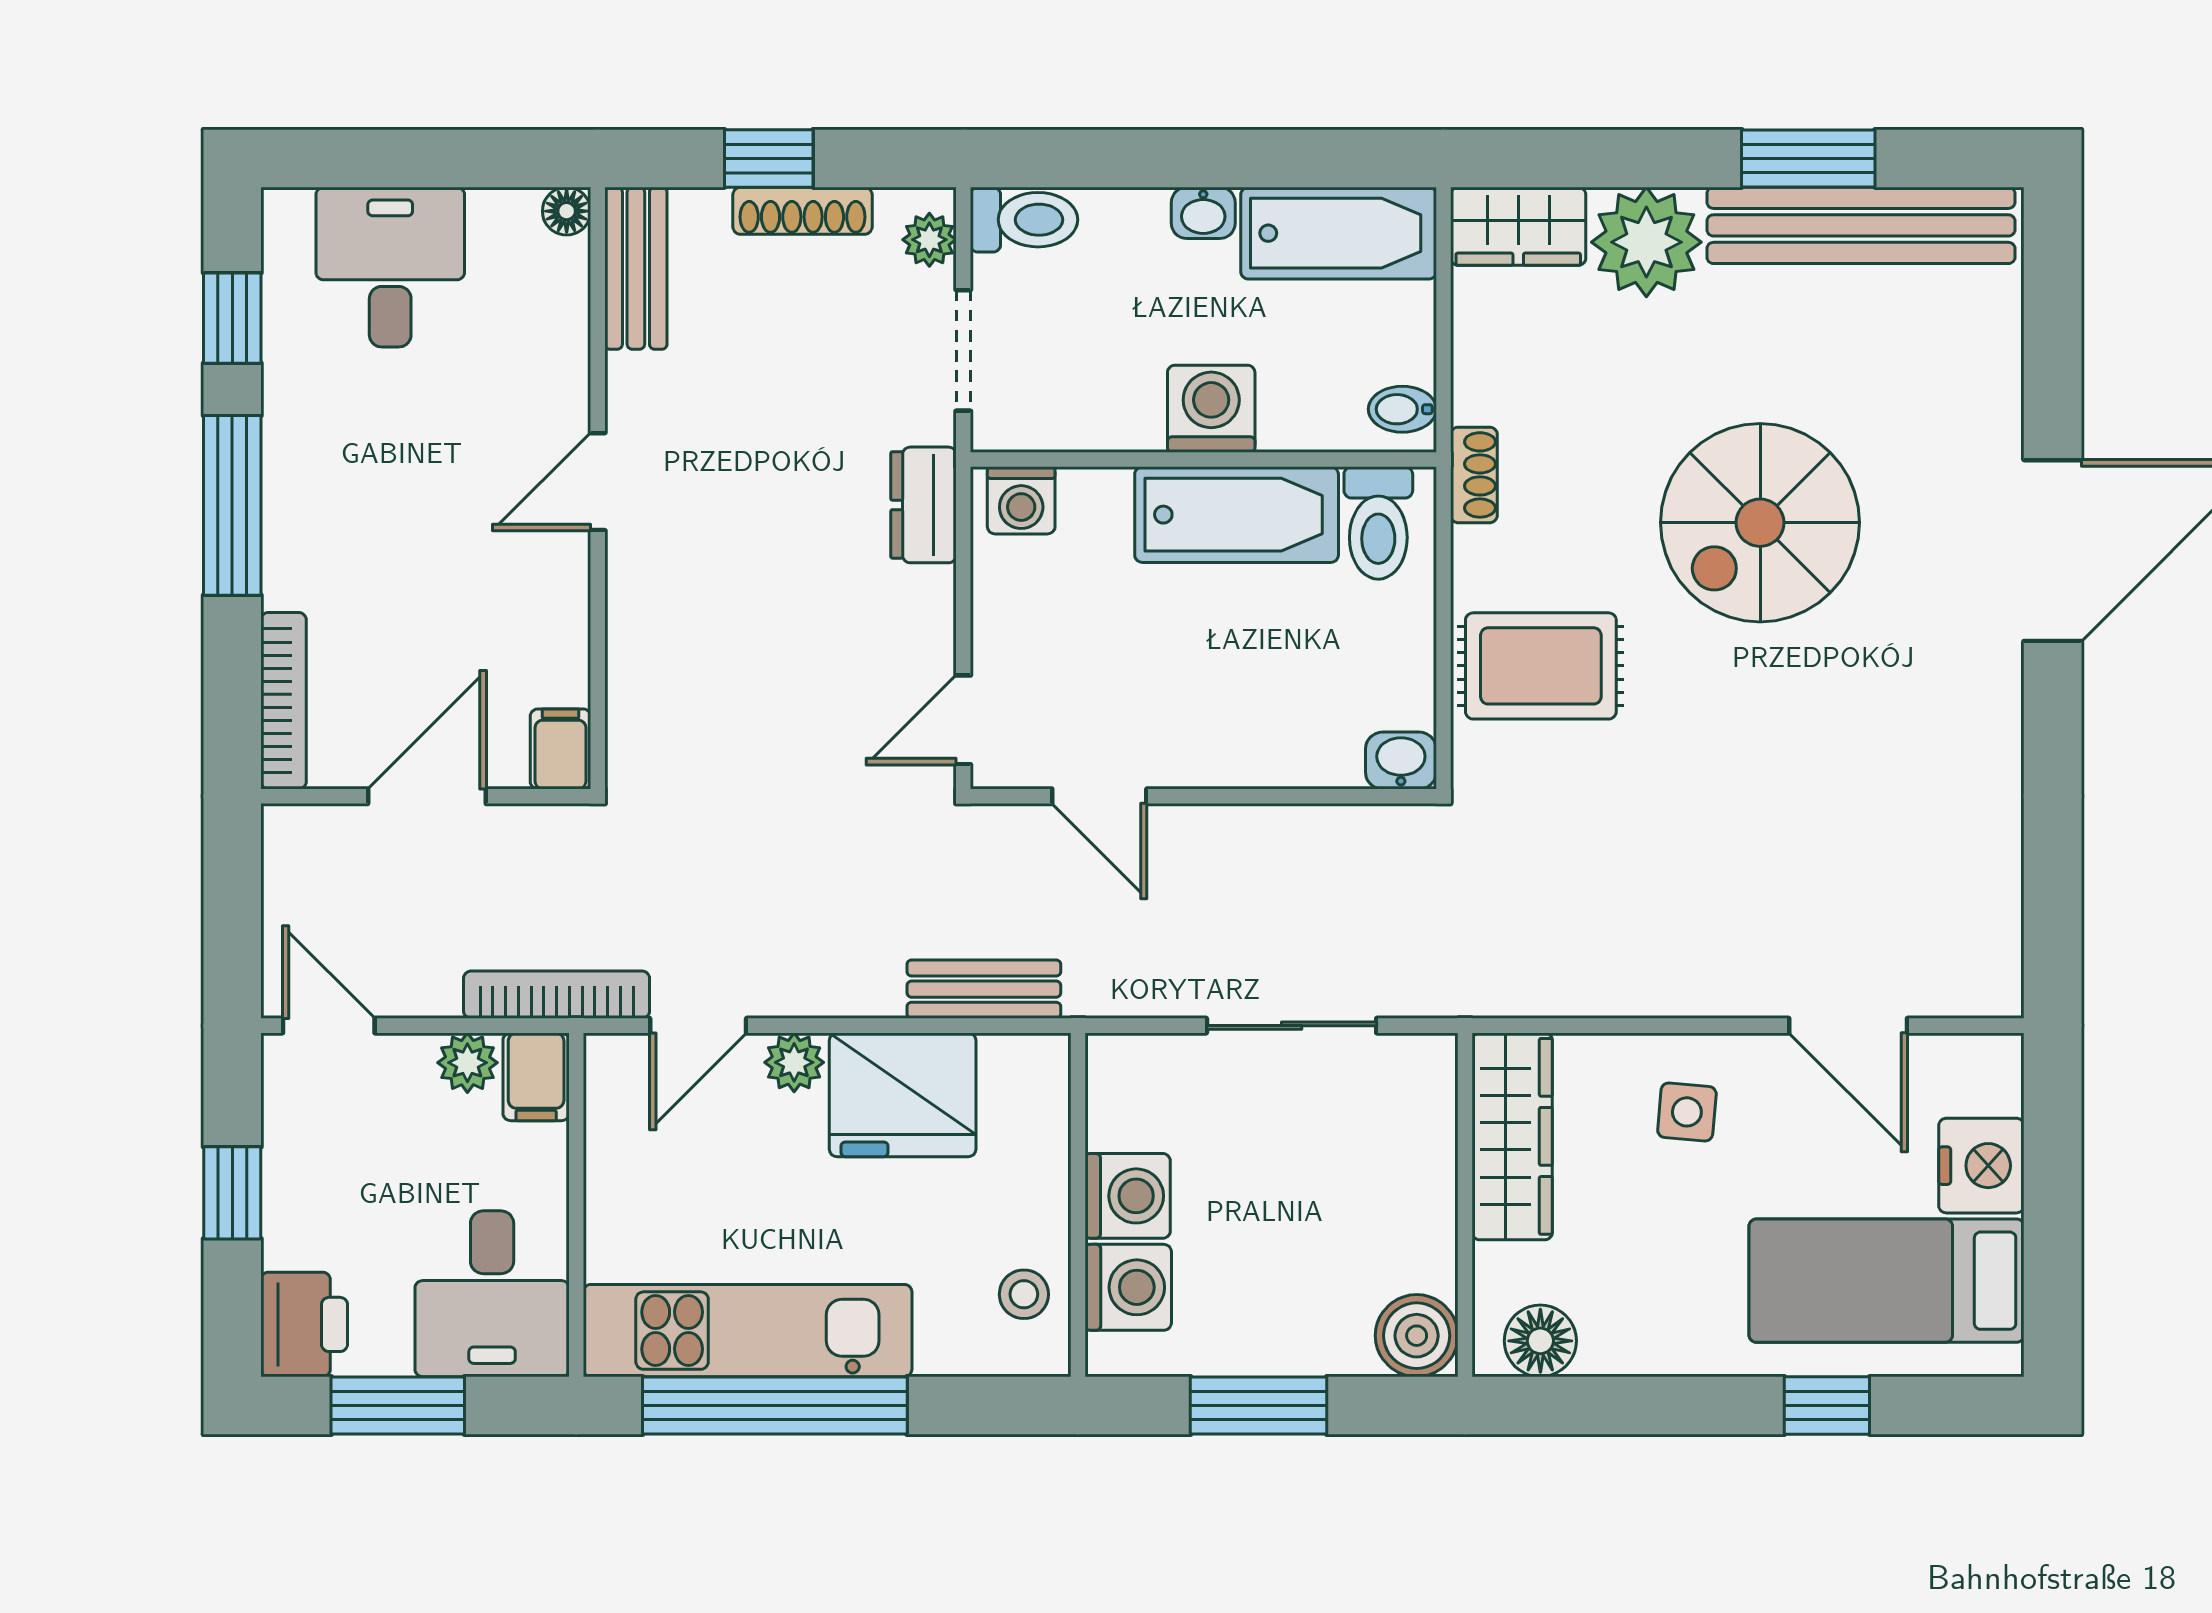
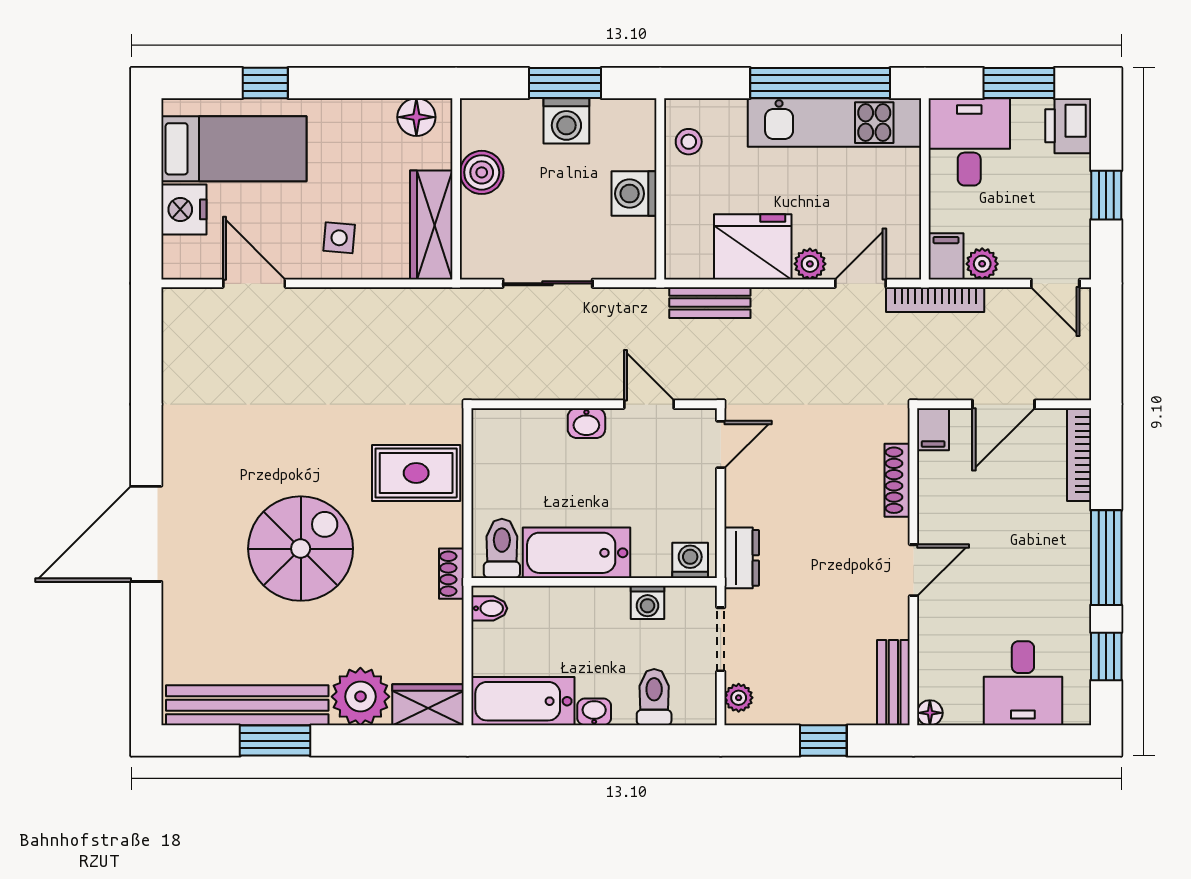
shoe rack: (802, 211) -> (897, 480), moved, turned -90
toilet: (1024, 220) -> (654, 697), moved, turned 90
washing machine: (1211, 409) -> (647, 602), moved, width x0.73, depth x0.73
washbasin: (1401, 761) -> (586, 423), moved
washing machine: (1128, 1287) -> (566, 121), moved, turned -90
boiler: (1417, 1336) -> (482, 172), moved

